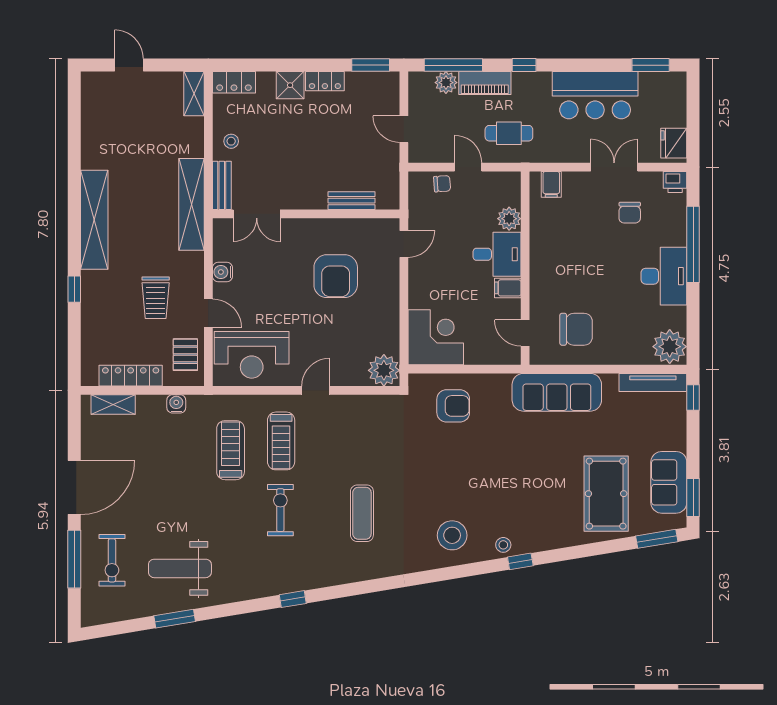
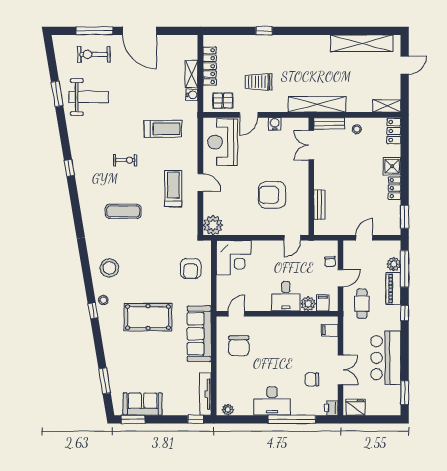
shelving: (94, 220) -> (362, 43), moved
door: (404, 244) -> (292, 238), hinge flipped
filing cabinet: (508, 288) -> (323, 303), moved
plant: (670, 347) -> (228, 410), width x0.53, depth x0.53
shelving: (113, 404) -> (192, 74), moved
treadmill: (281, 441) -> (173, 189), moved, turned 90
pool table: (606, 494) -> (148, 317), moved
exercise bike: (280, 510) -> (125, 160), width x0.73, depth x0.72
window: (657, 539) -> (105, 381), moved
weight bench: (180, 568) -> (89, 97), turned 90

